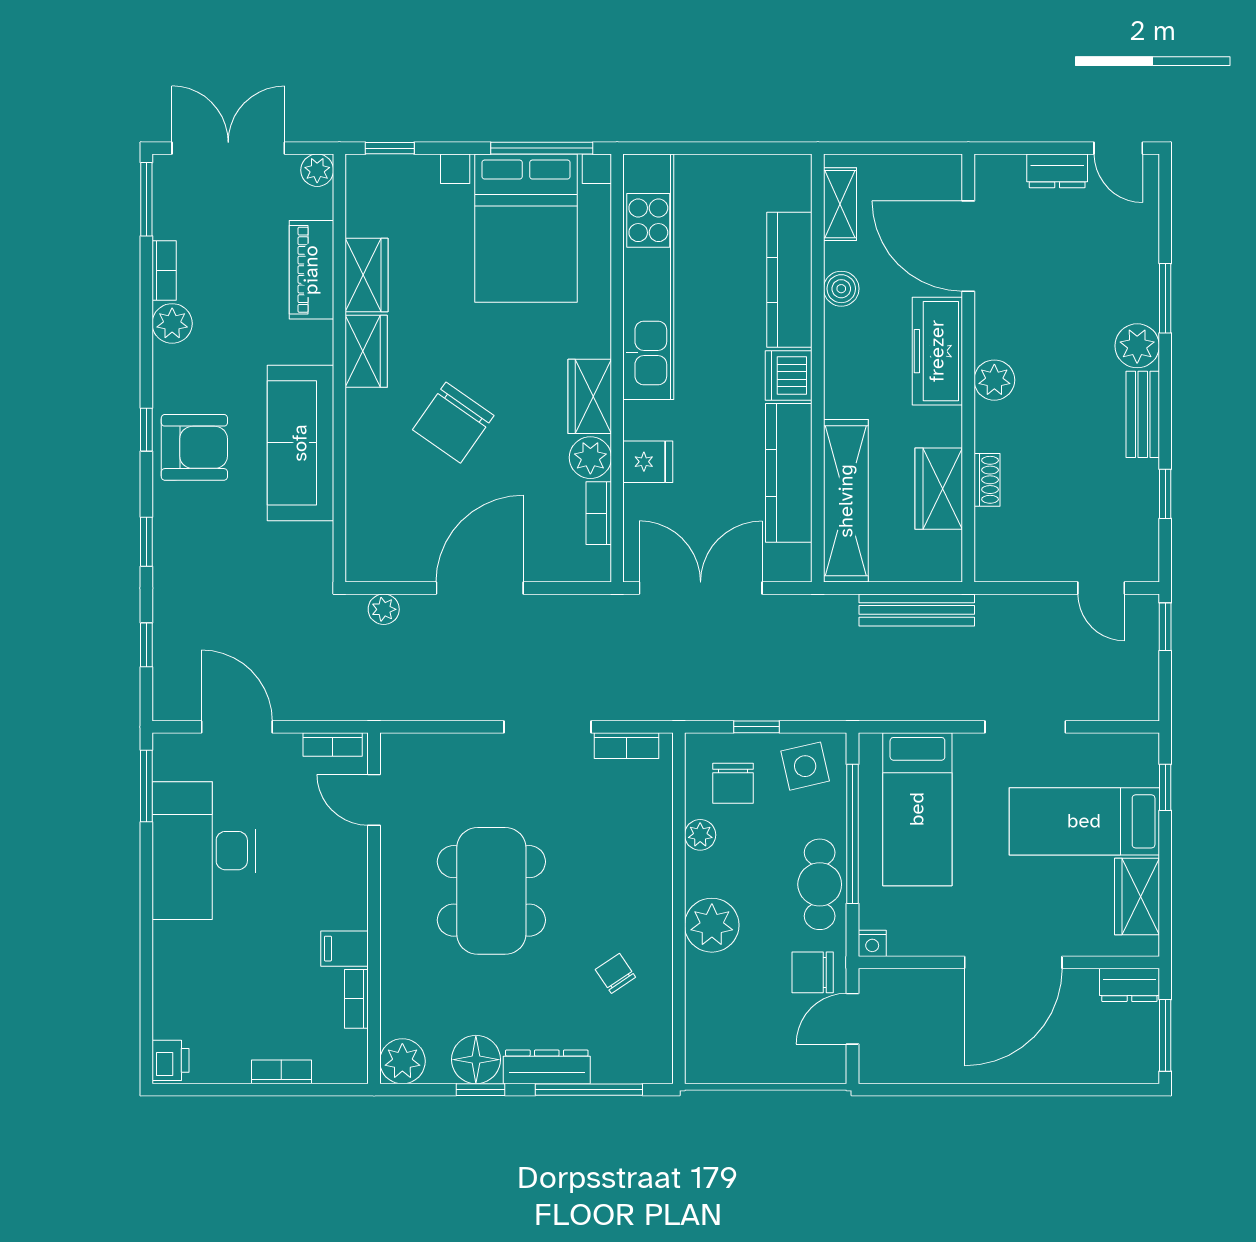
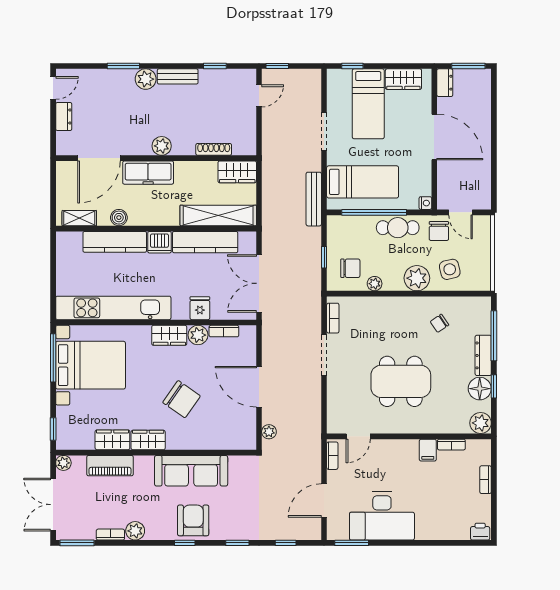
shoe rack: (987, 480) -> (214, 149), width x1.43
wardrobe: (939, 489) -> (237, 172), moved
bench: (917, 610) -> (314, 199), moved
side table: (805, 766) -> (450, 269), moved

